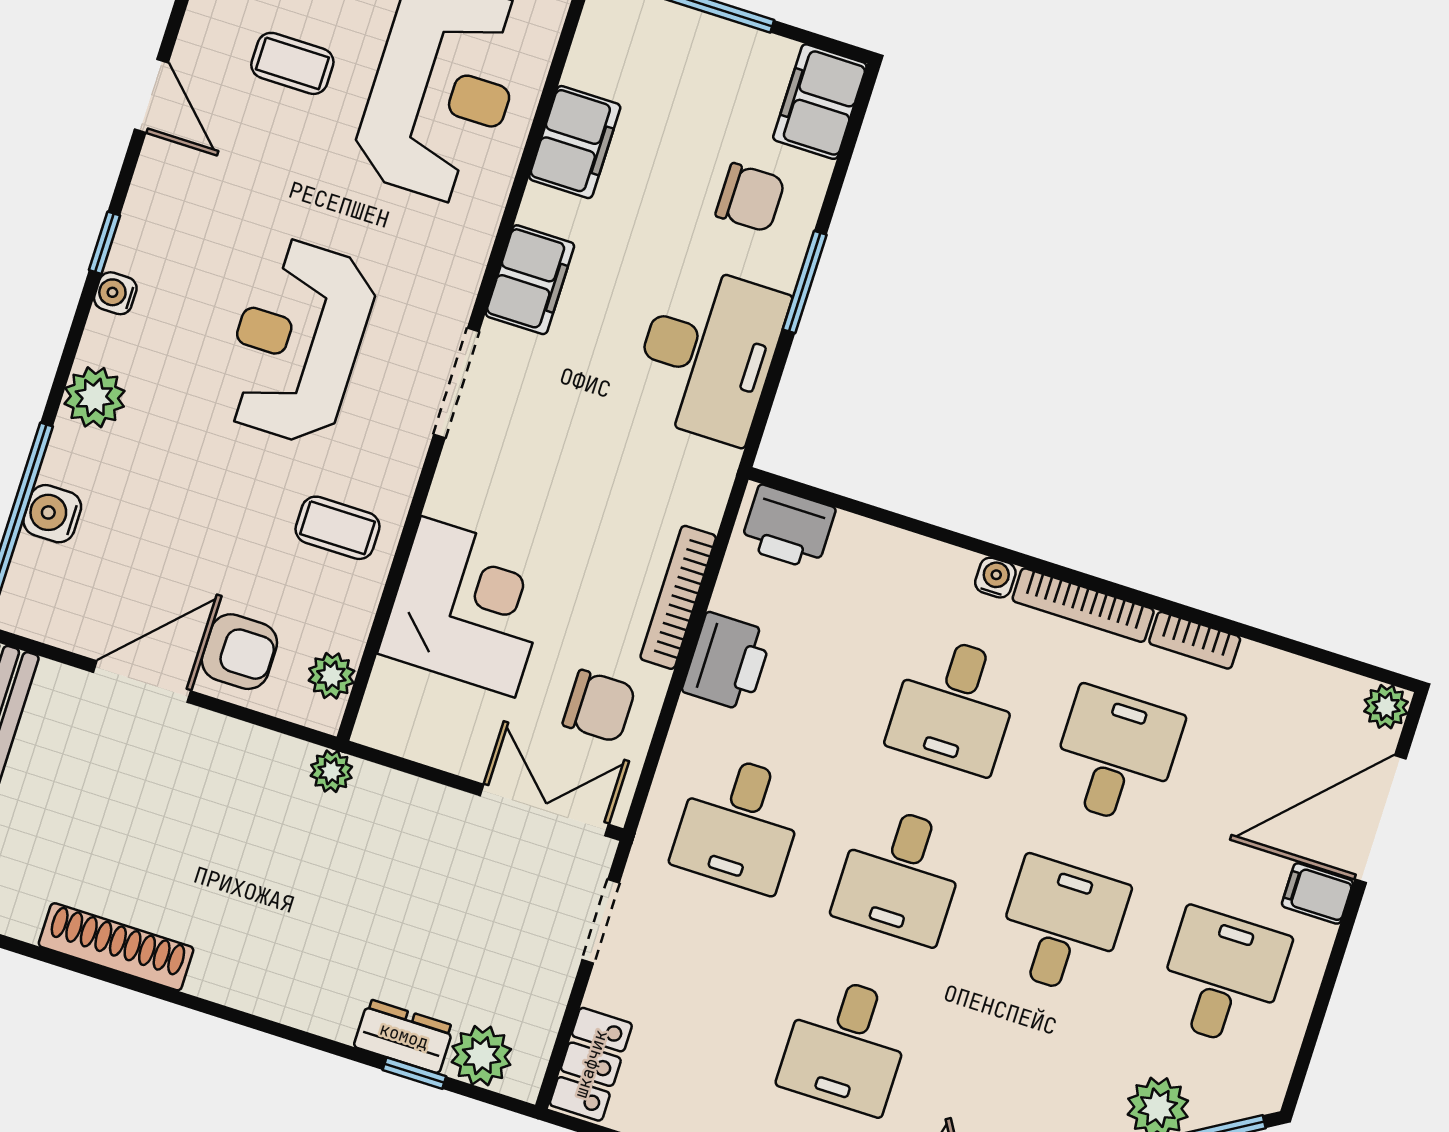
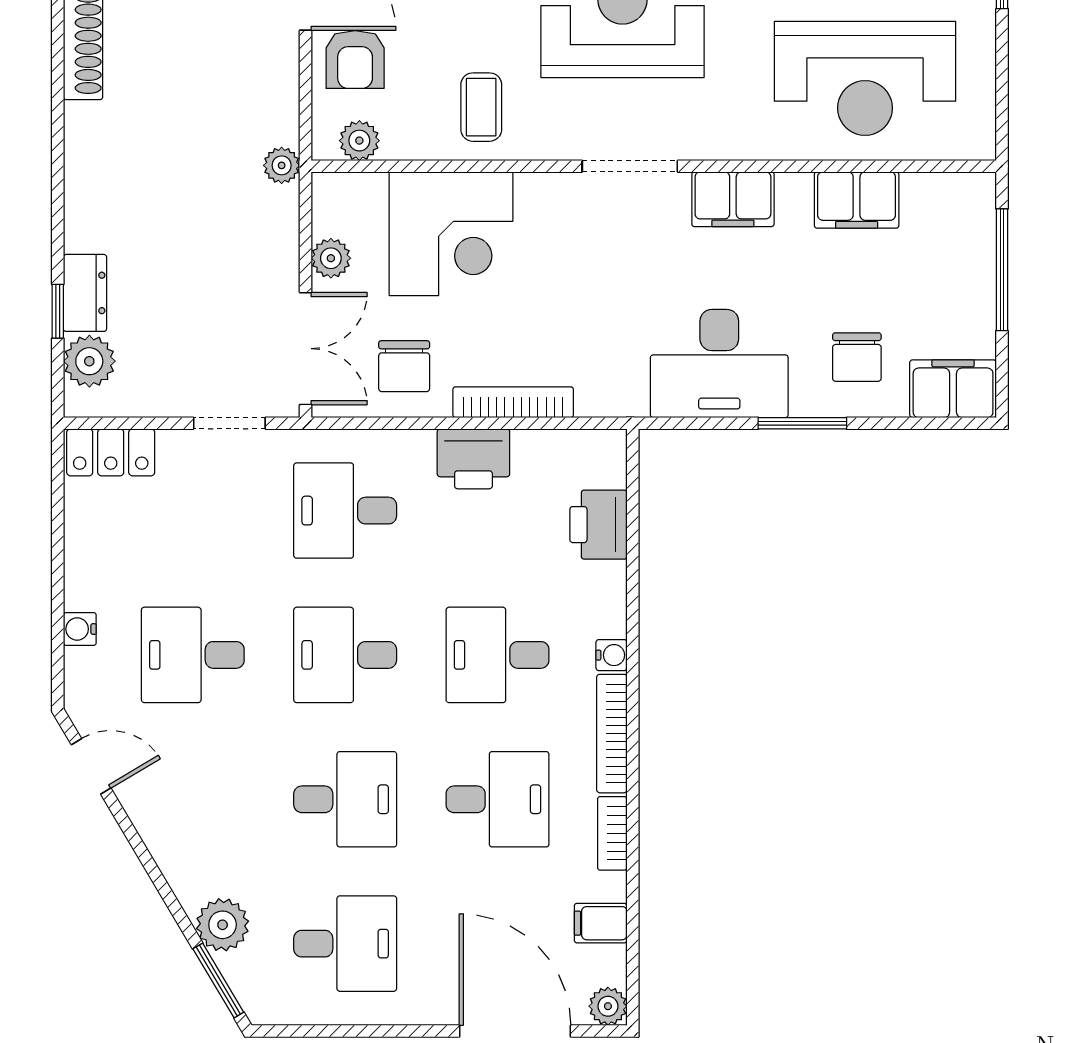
printer: (788, 527) -> (598, 525), moved
plant: (453, 749) -> (331, 258), added
filing cabinet: (1317, 893) -> (601, 923), moved, turned -90

